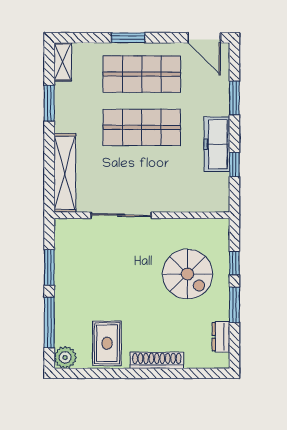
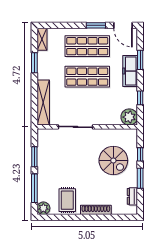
window: (128, 38) -> (96, 25), moved
freezer: (217, 144) -> (130, 71), moved
plant: (215, 198) -> (129, 117), added

